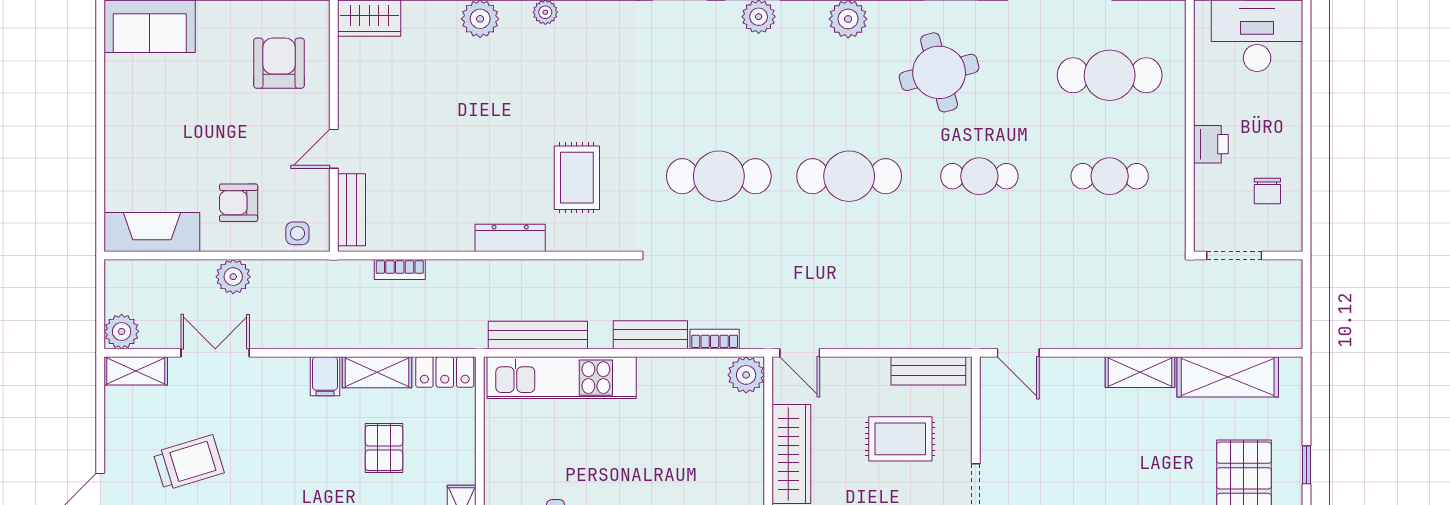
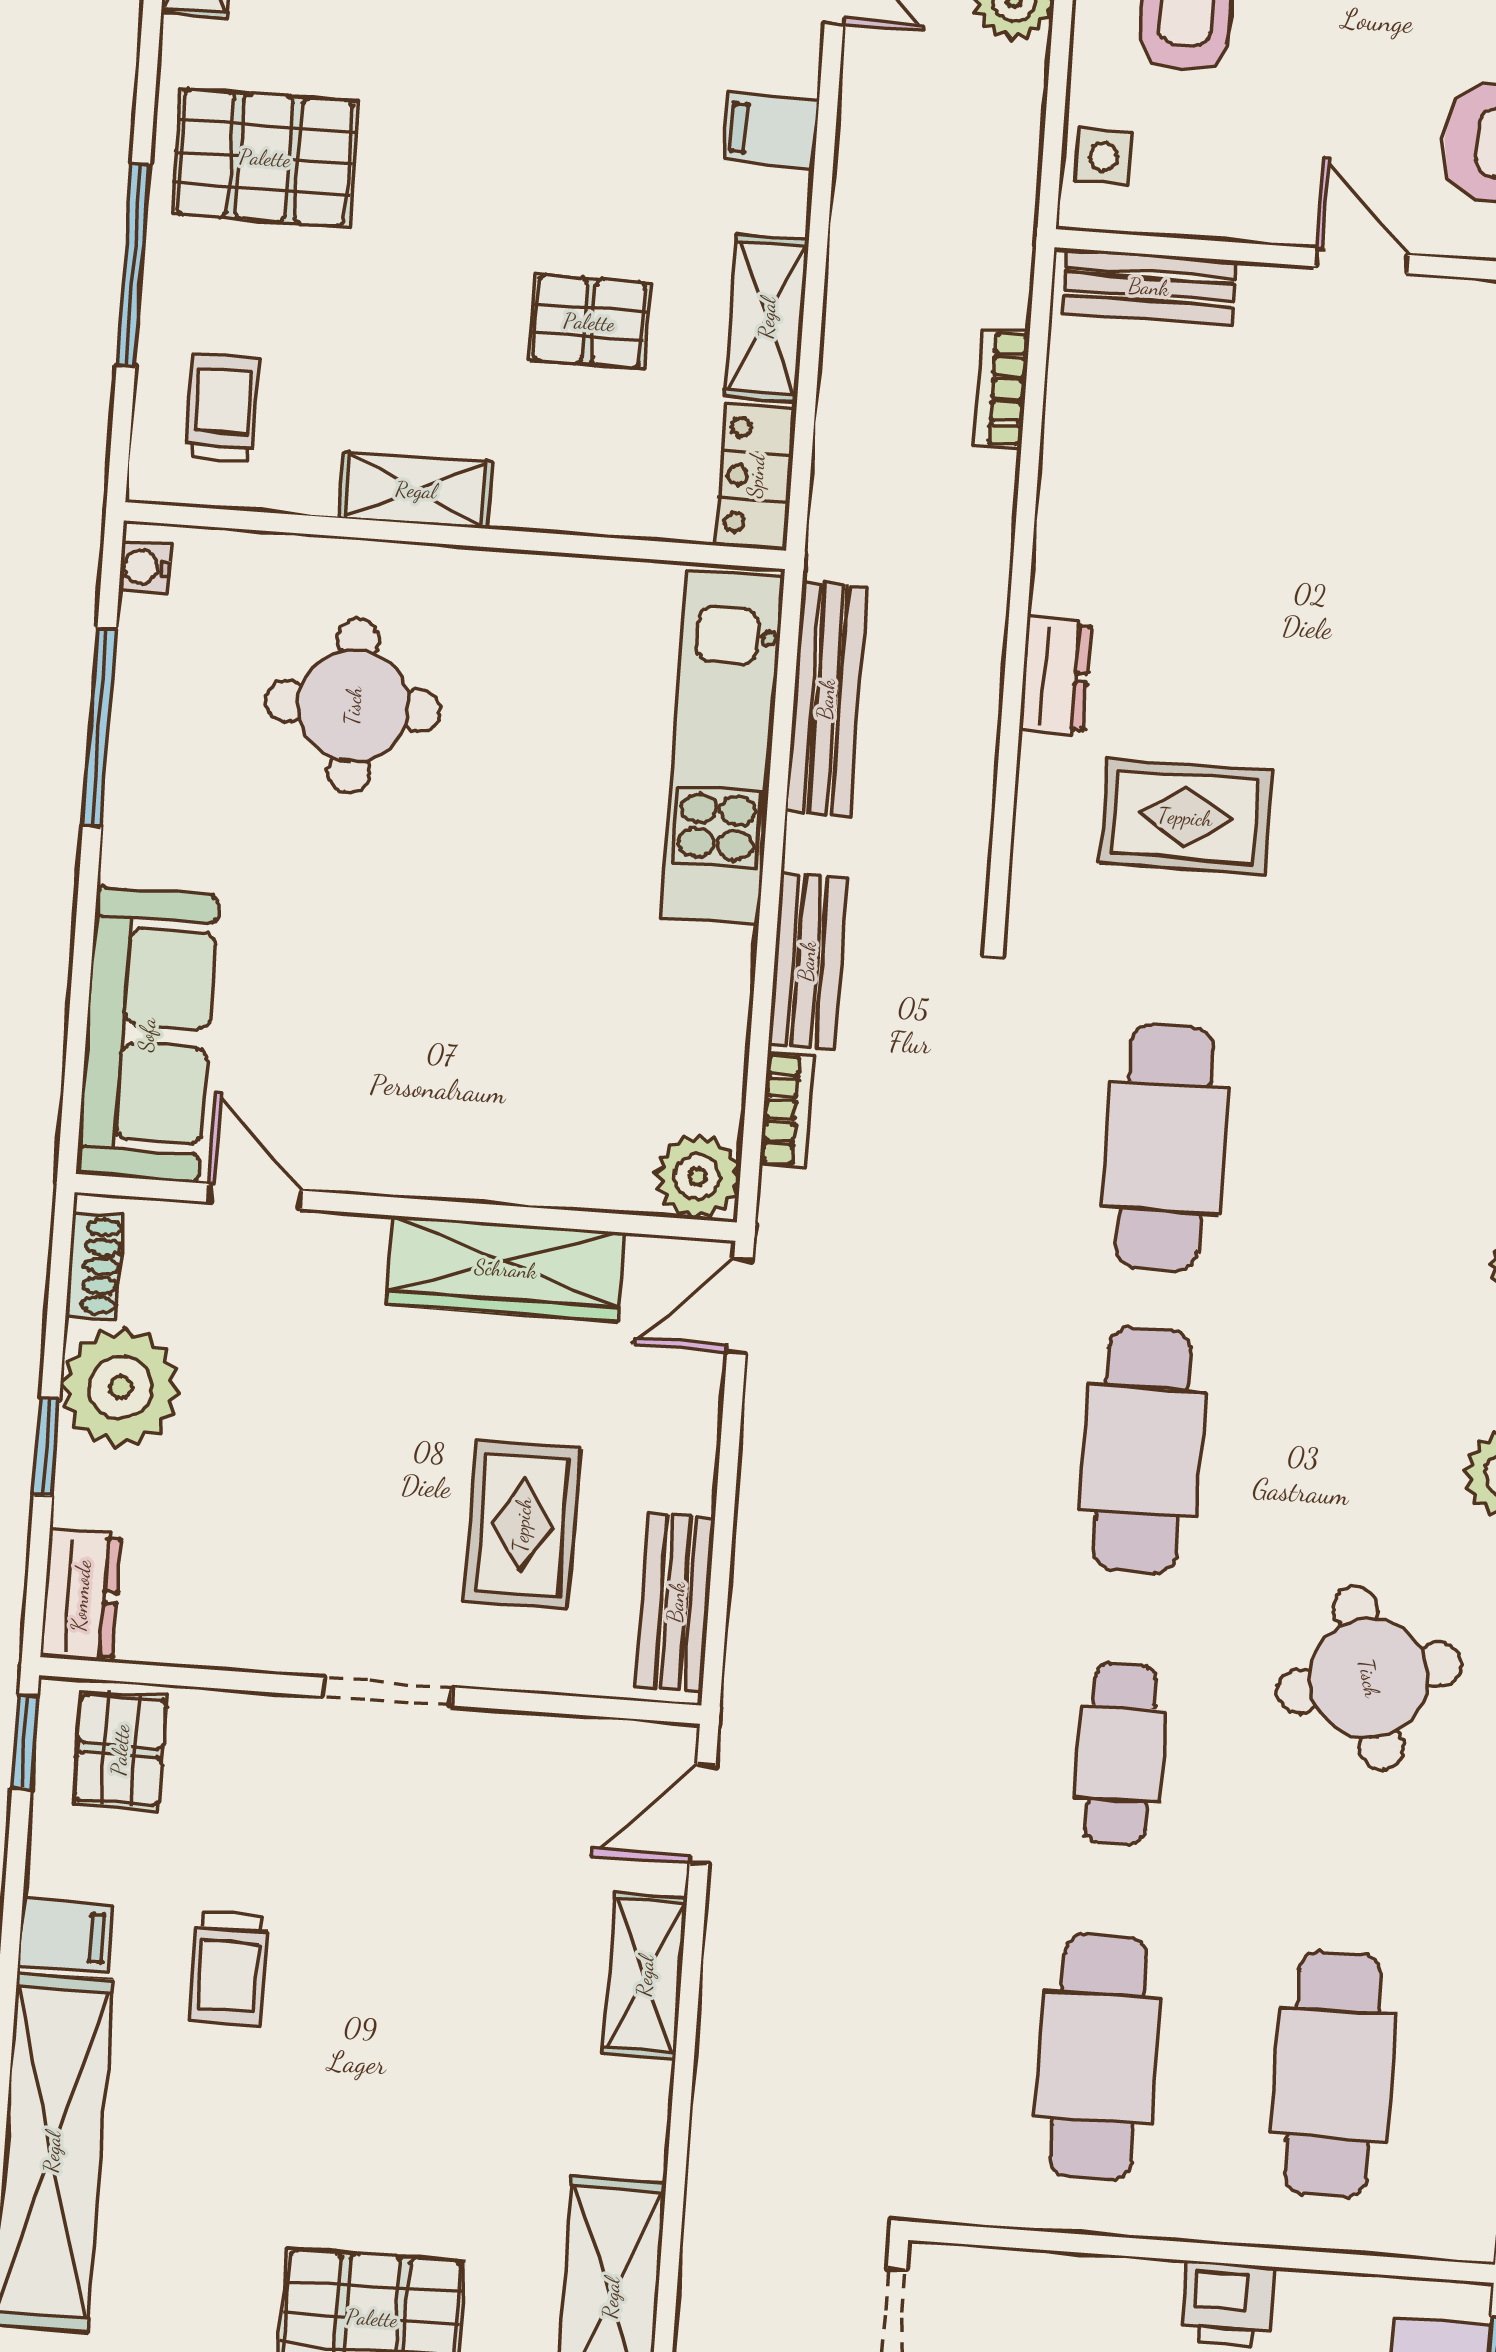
printer: (1211, 144) -> (1228, 2304), moved
door: (334, 149) -> (1362, 261), moved
cafe table: (1110, 176) -> (1098, 2057), width x1.37, depth x1.35
dresser: (510, 238) -> (1055, 676), width x0.70
shelving: (1140, 372) -> (645, 1976), moved
filing cabinet: (325, 376) -> (771, 130), moved

